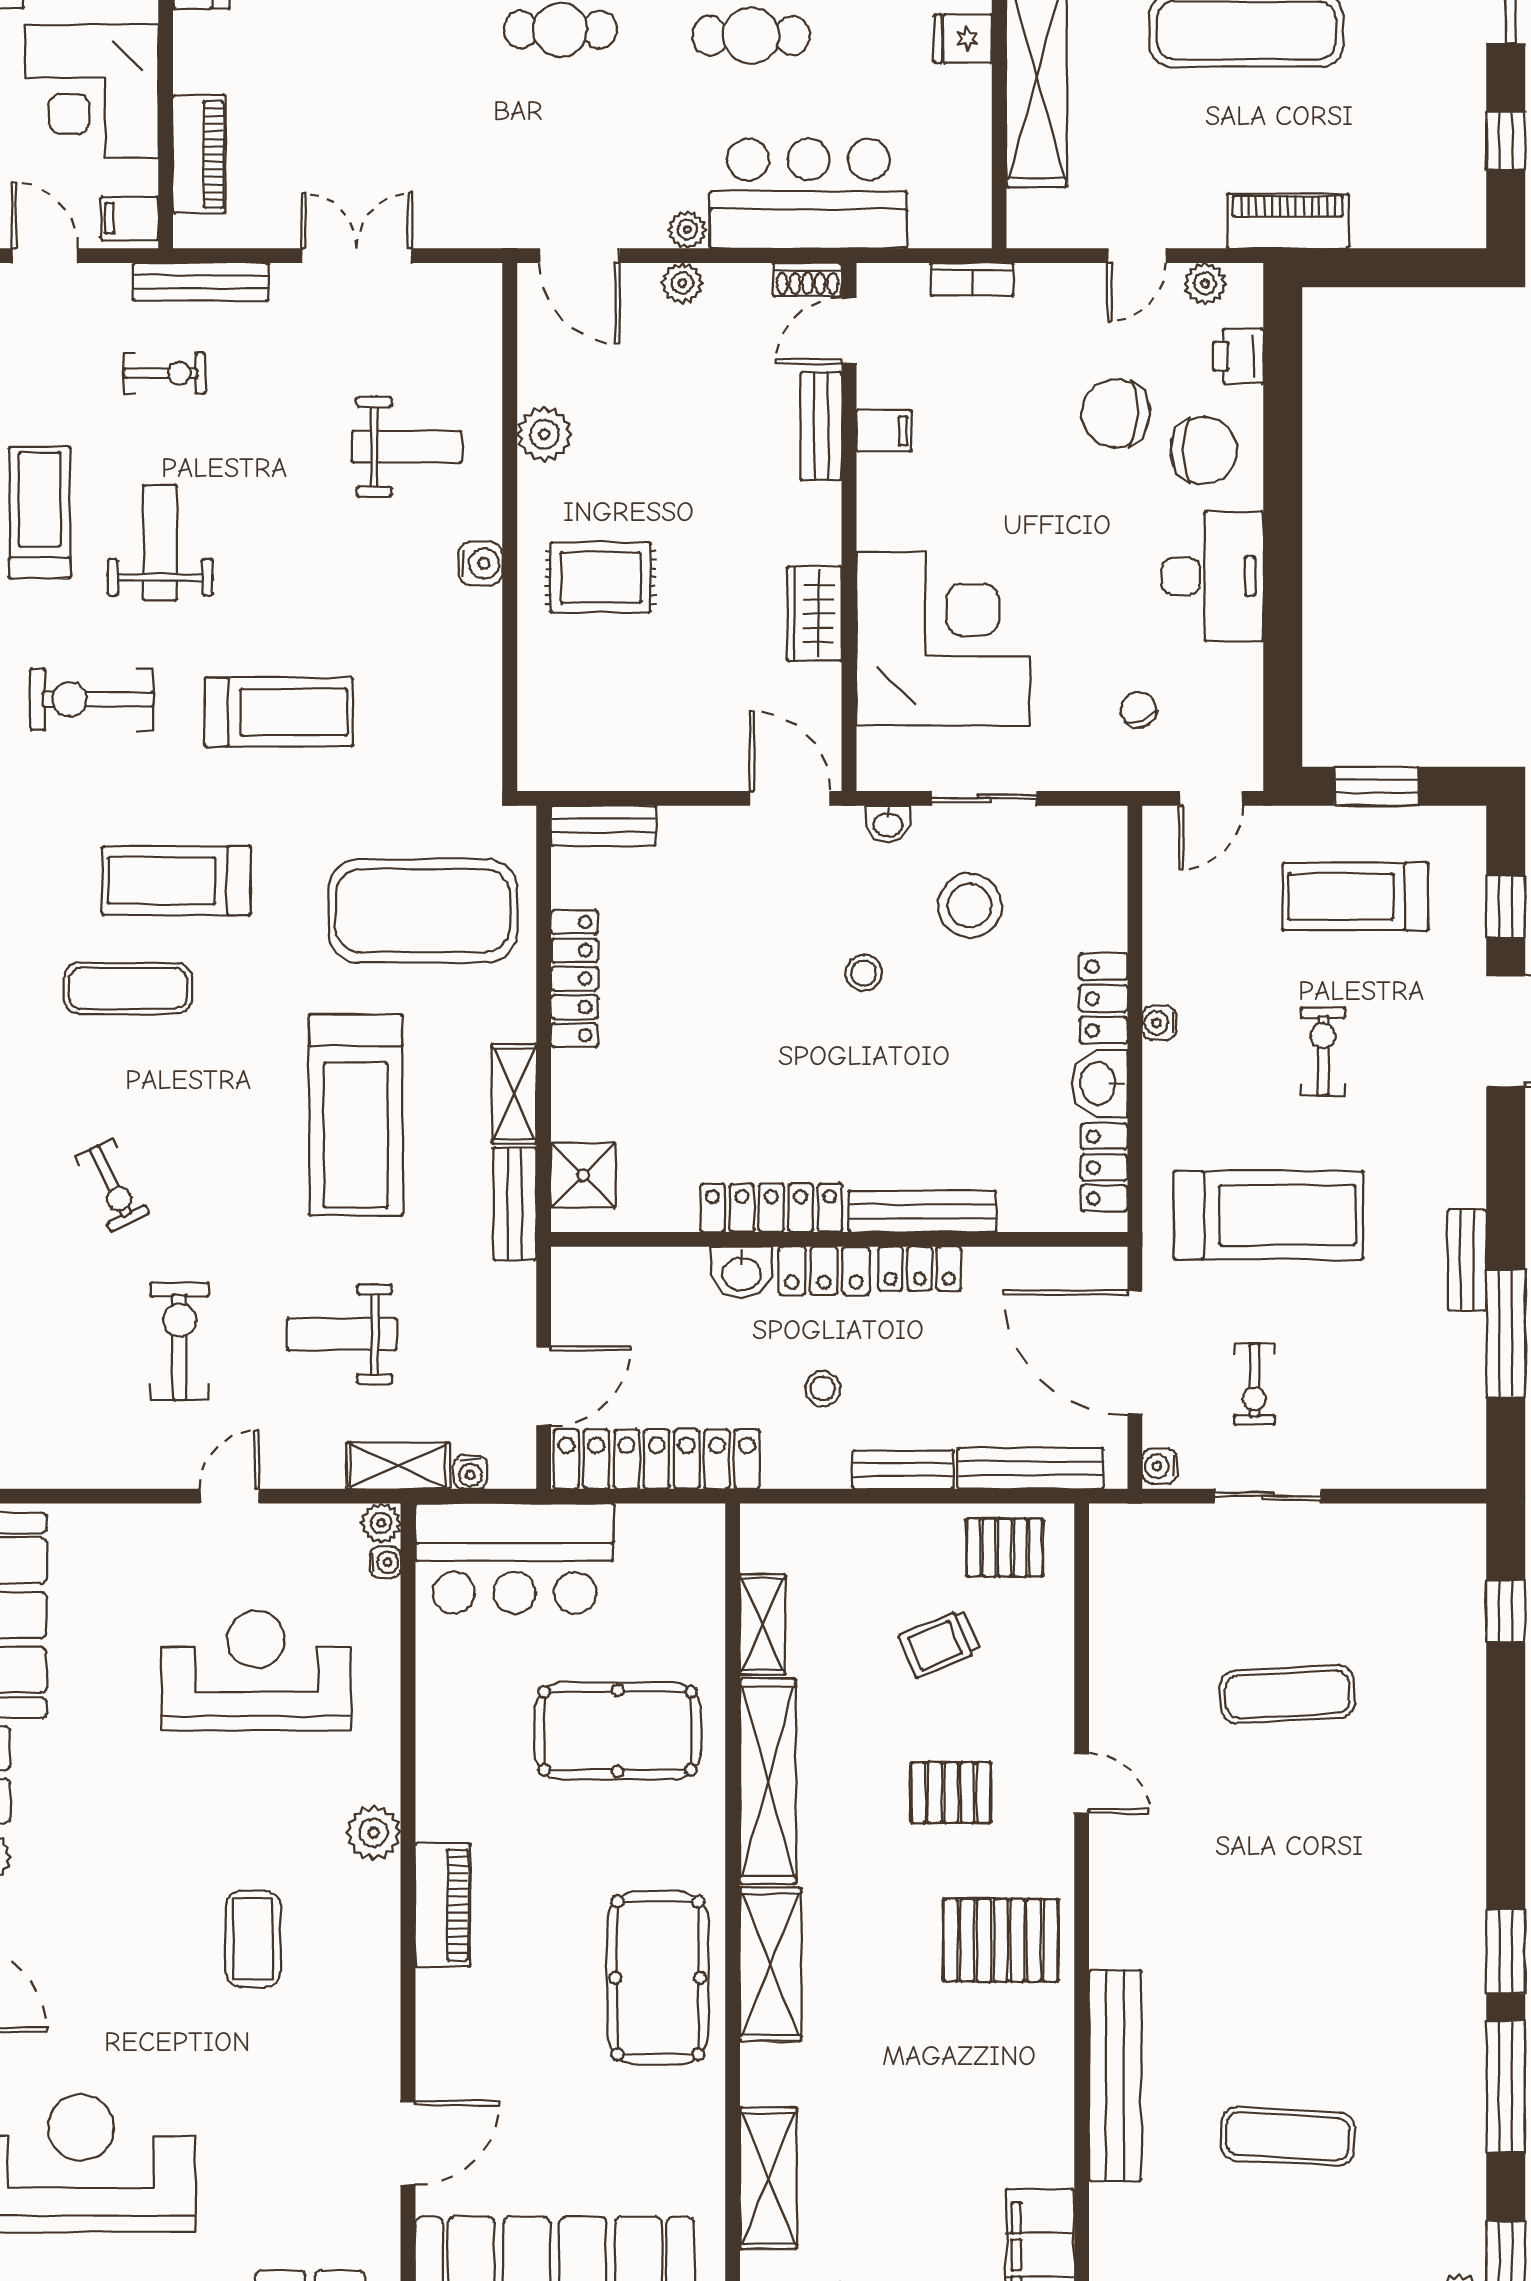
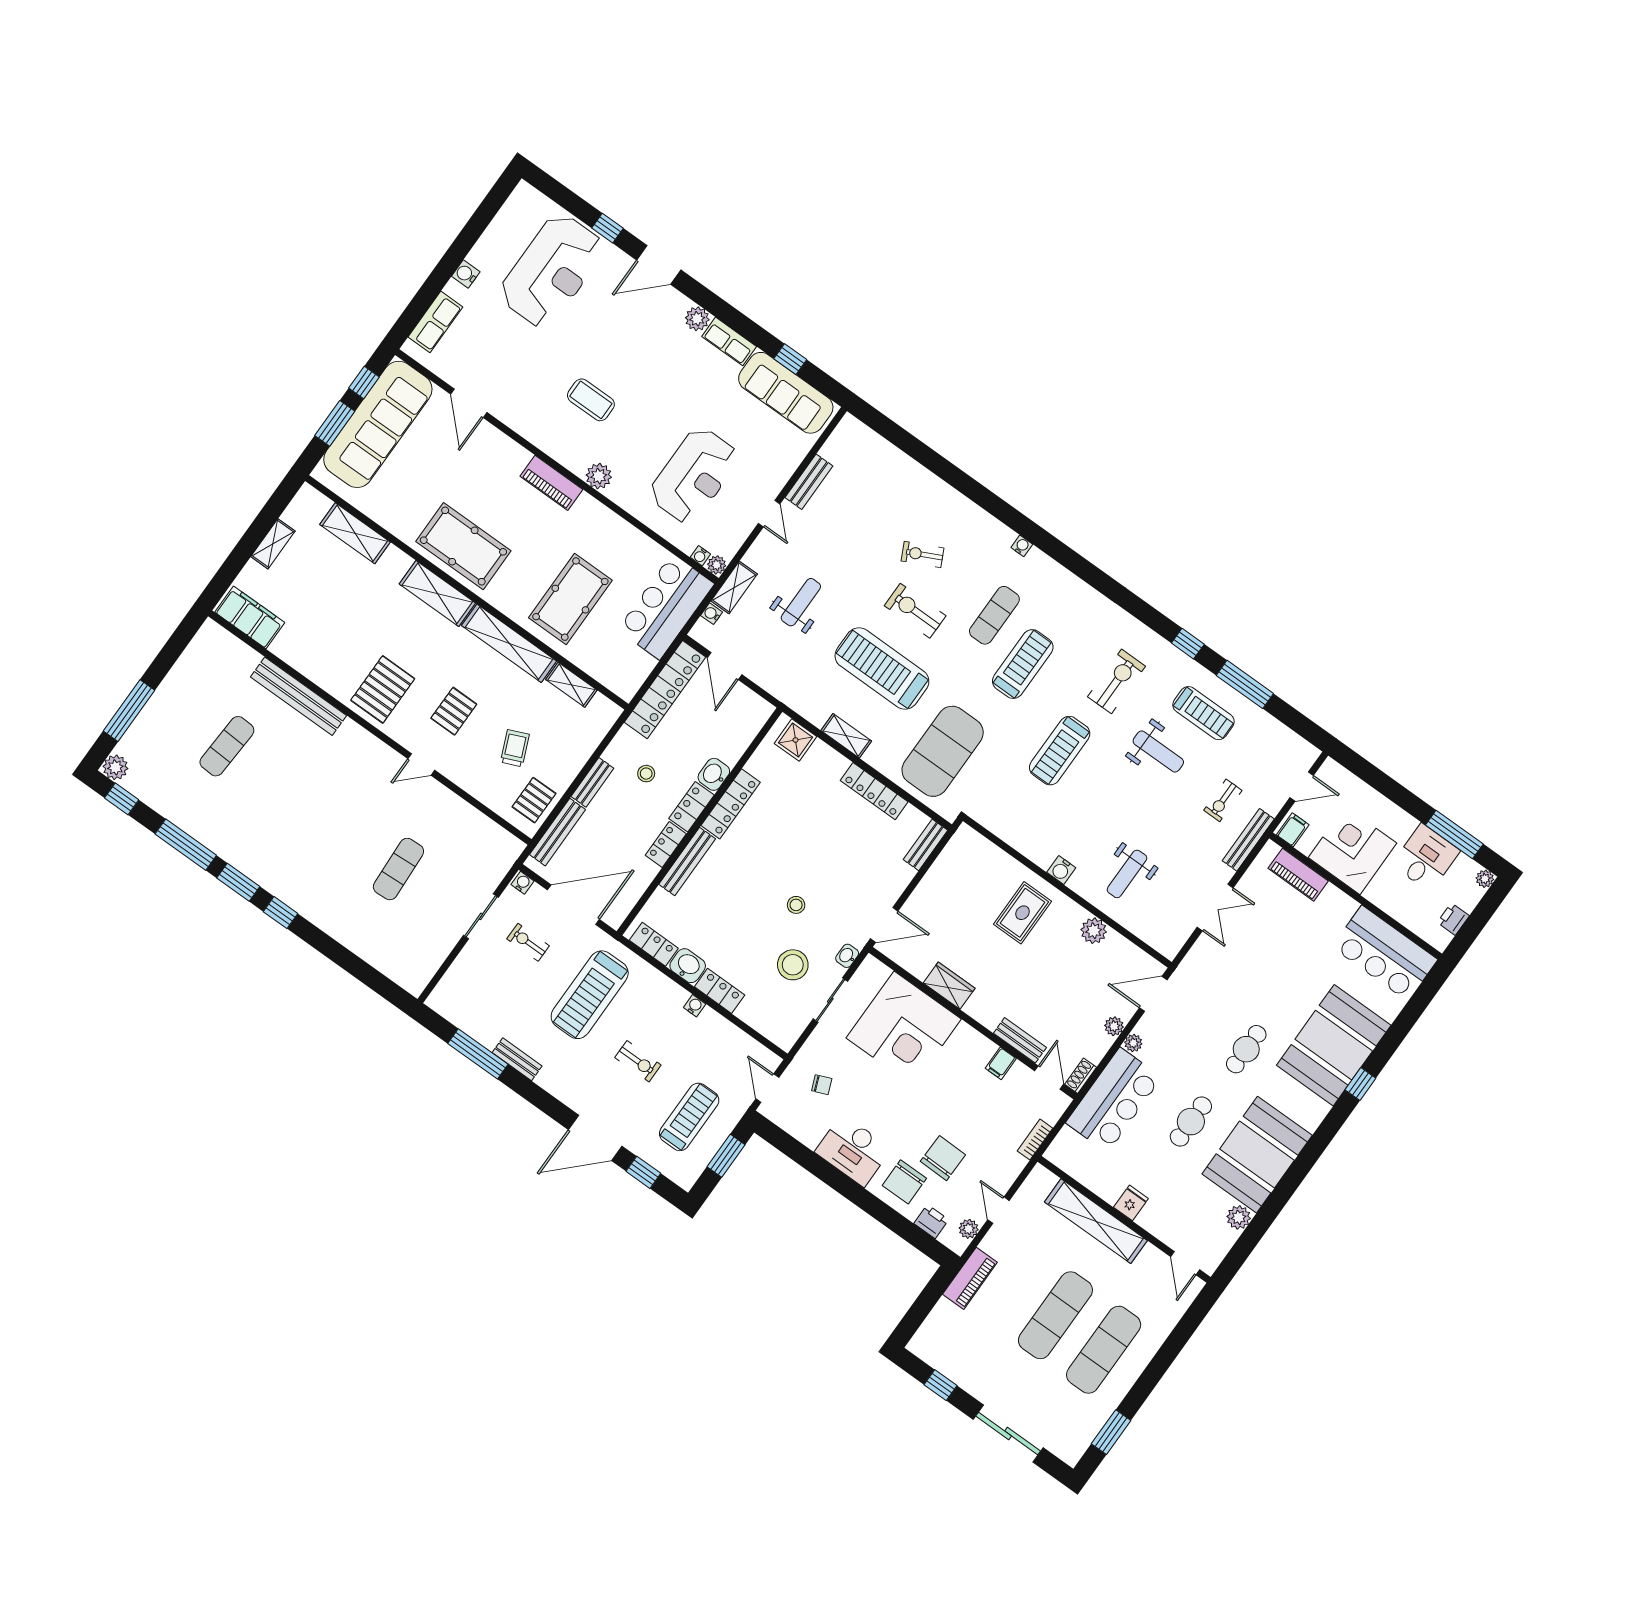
bench: (515, 1204) -> (809, 482), moved, turned 90
exercise bike: (180, 1341) -> (915, 611), moved, turned 180
window: (1506, 1611) -> (281, 913), moved

